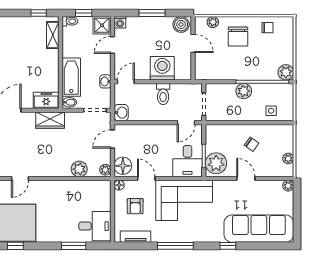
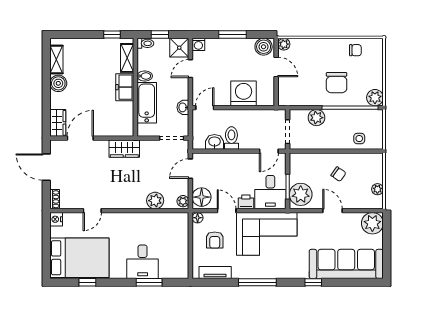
plant: (213, 22) -> (284, 44), moved
chair: (238, 36) -> (337, 83), moved
plant: (244, 91) -> (316, 118), moved
toilet: (163, 94) -> (231, 138), moved, turned 180
freezer: (46, 100) -> (125, 87), moved, turned -90
bidet: (69, 102) -> (145, 76), moved
washbasin: (121, 113) -> (214, 142), moved, turned -90
printer: (165, 170) -> (246, 202), added
plant: (288, 186) -> (372, 223), width x1.87, depth x1.87
desk: (95, 226) -> (143, 262), moved, turned 90

